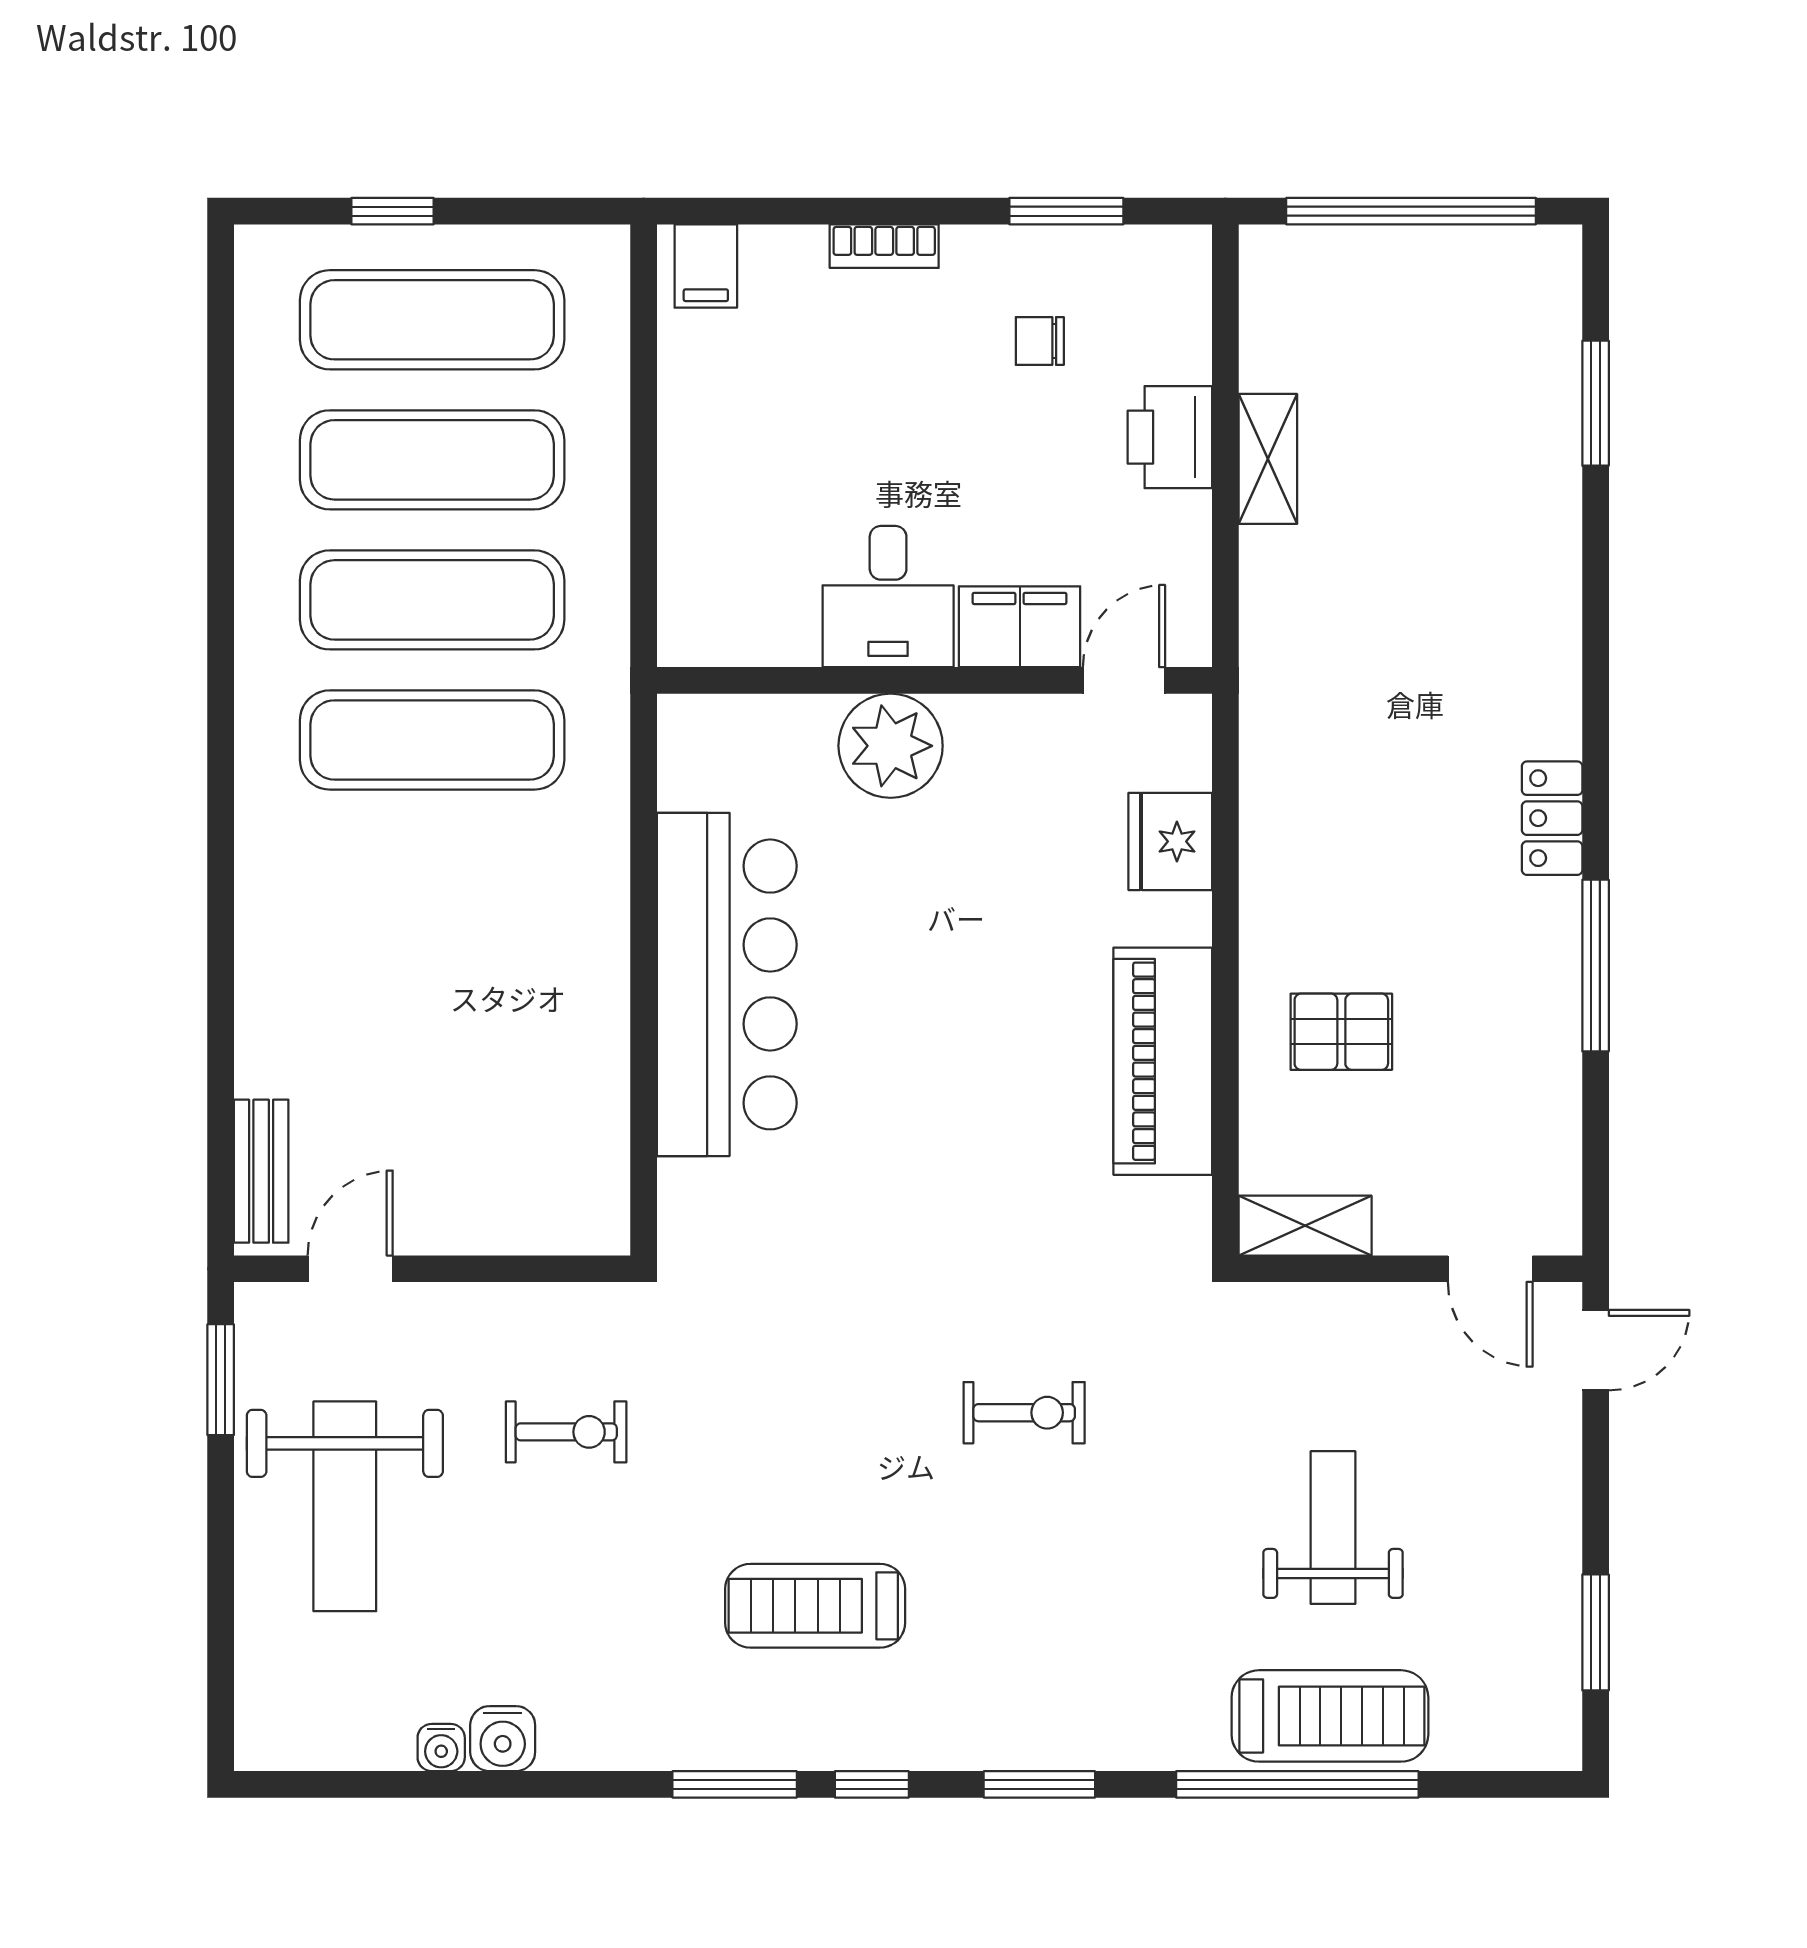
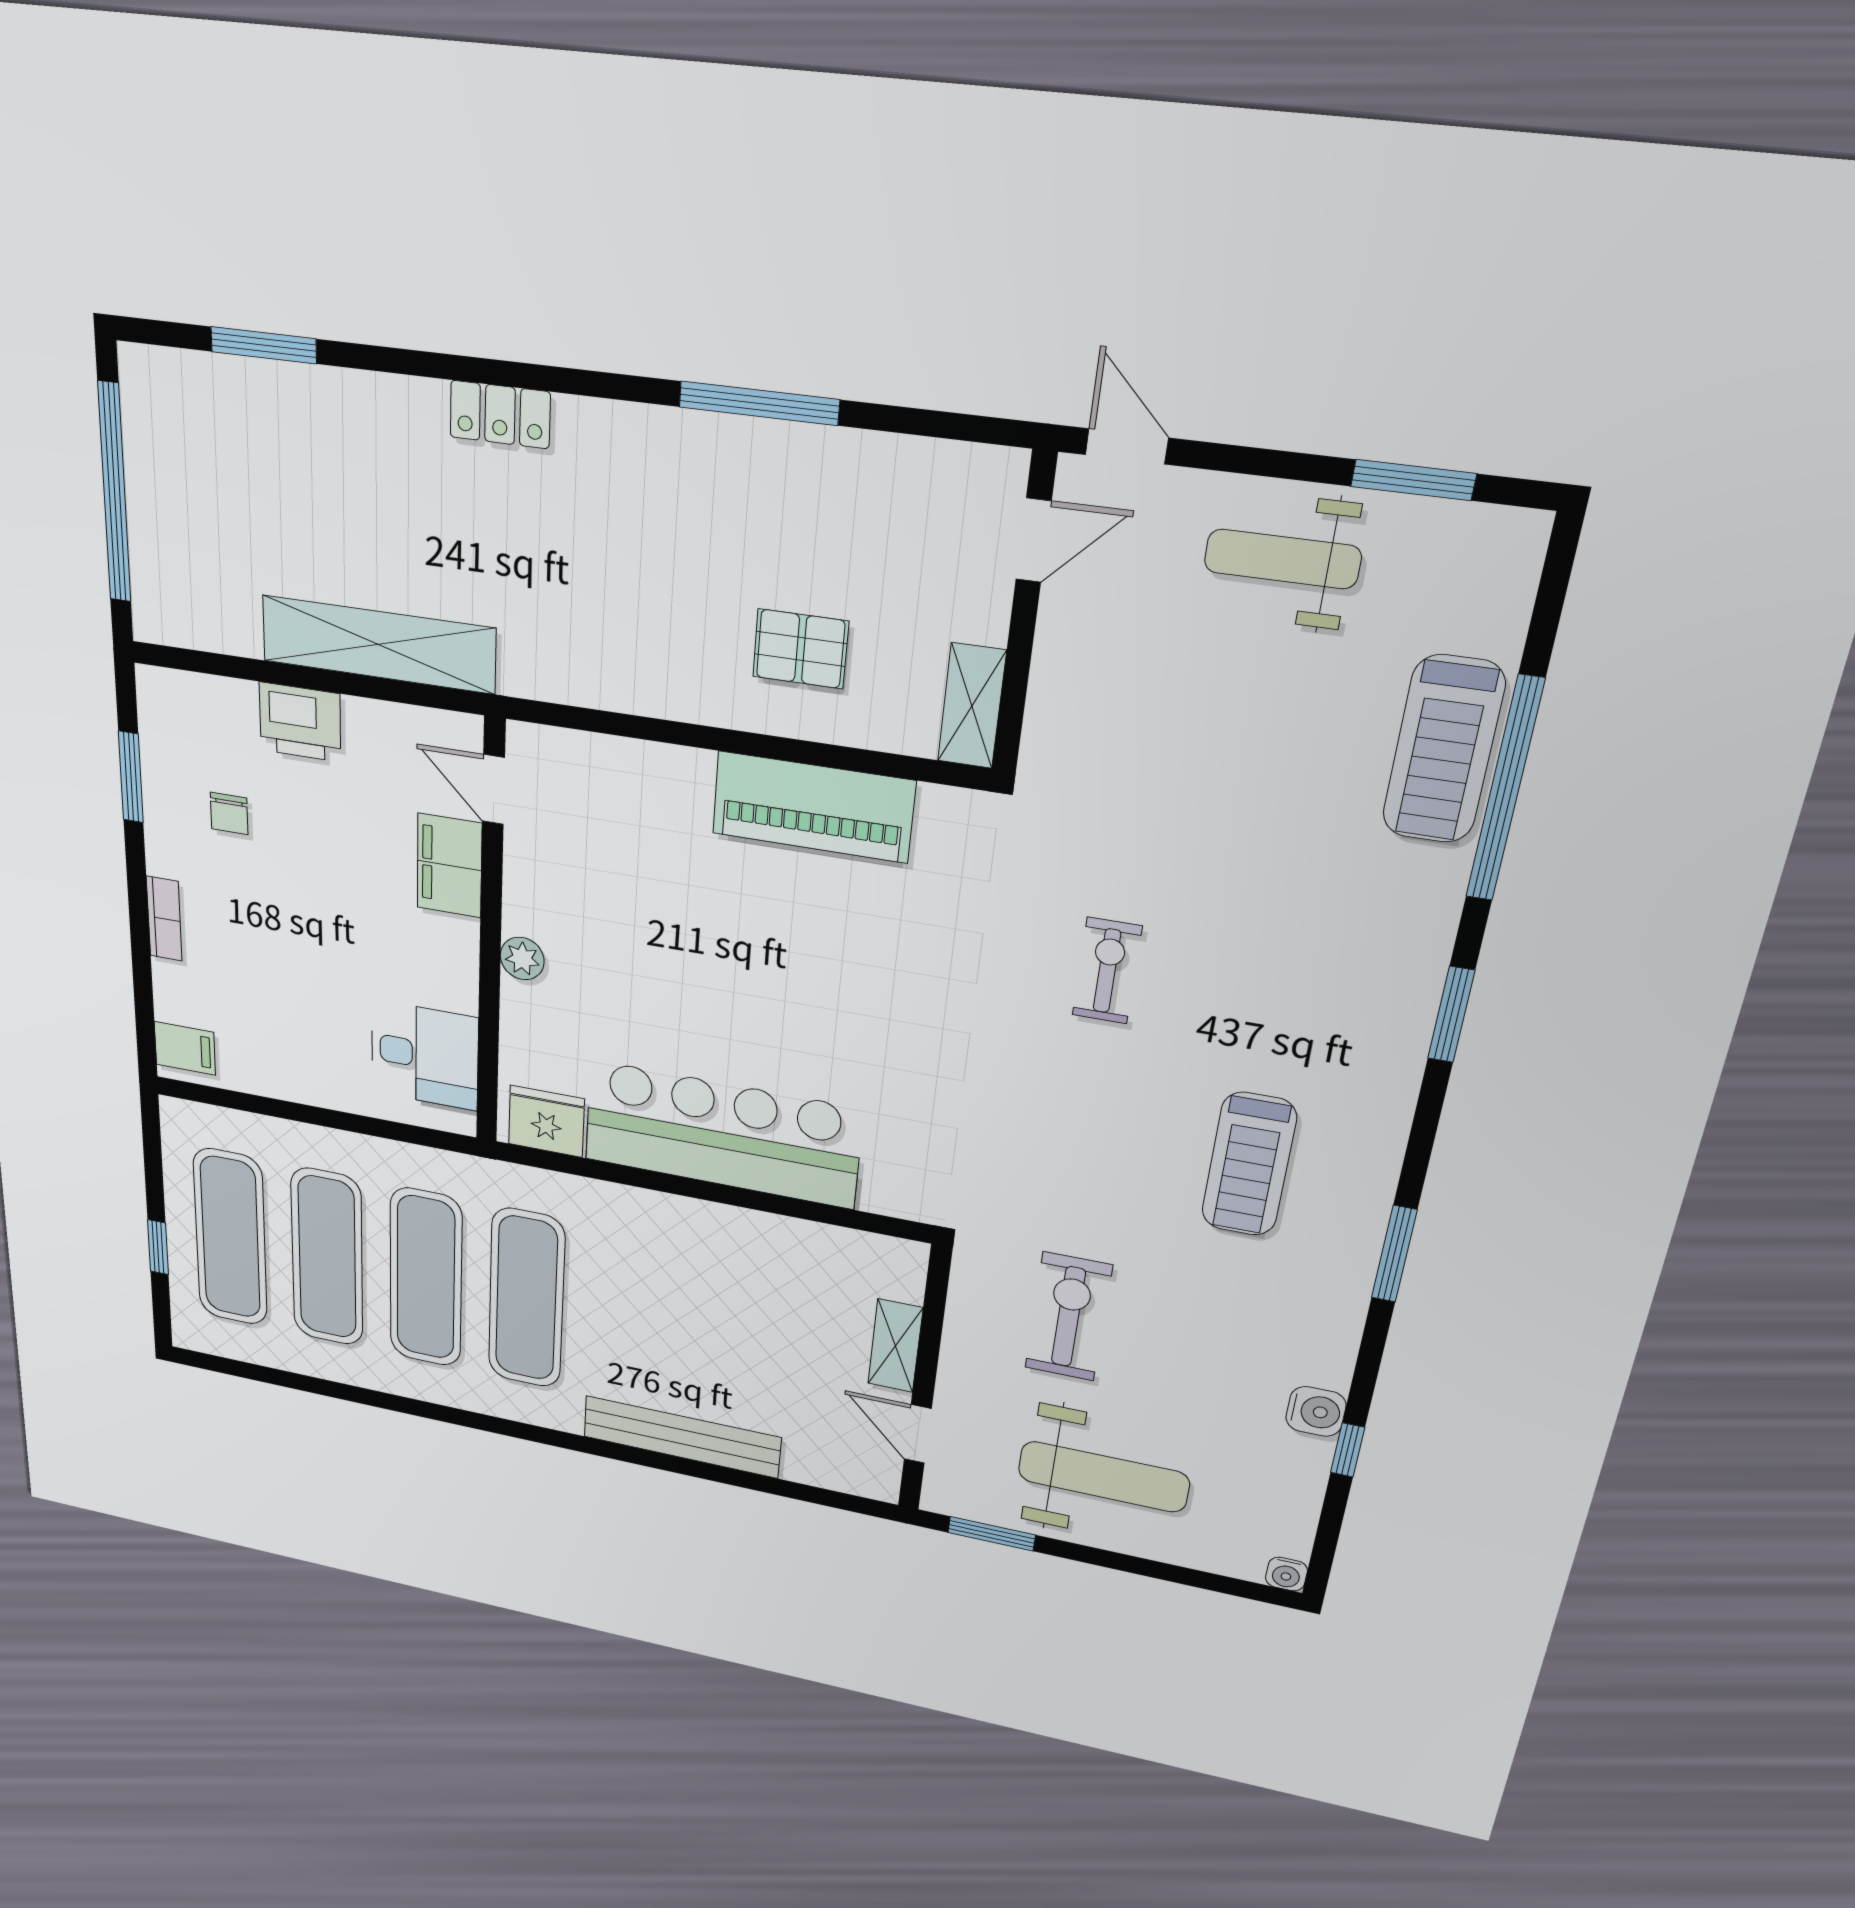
shelving: (1268, 459) -> (378, 645), width x2.20, depth x1.33
desk: (888, 597) -> (425, 1055), moved
plant: (891, 746) -> (522, 958), width x0.53, depth x0.53
locker: (1552, 818) -> (500, 415), moved
fridge: (1170, 841) -> (546, 1121), moved, turned 180
pallet: (1341, 1032) -> (801, 649), turned 90
bench: (261, 1171) -> (682, 1437), moved, width x1.86, depth x1.21
shelving: (475, 1227) -> (895, 1346), added
exercise bike: (566, 1432) -> (1068, 1317), width x1.38, depth x1.39
weight bench: (1333, 1528) -> (1282, 559), moved
treadmill: (1330, 1716) -> (1443, 750), turned 180
water cooler: (441, 1747) -> (1286, 1574), moved, turned 90
window: (872, 1784) -> (1348, 1450), moved

